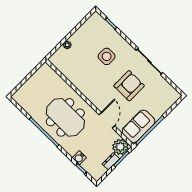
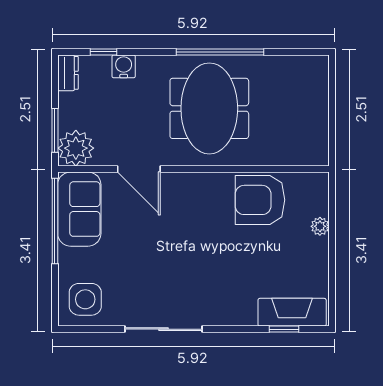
fireplace: (103, 26) -> (292, 312), added
side table: (107, 56) -> (85, 299), moved
armchair: (129, 86) -> (260, 200), moved, turned 90
meeting table: (65, 117) -> (209, 108), turned 90
dresser: (111, 161) -> (68, 73), moved

